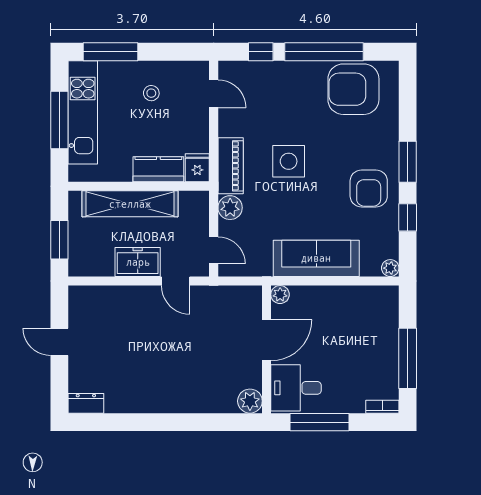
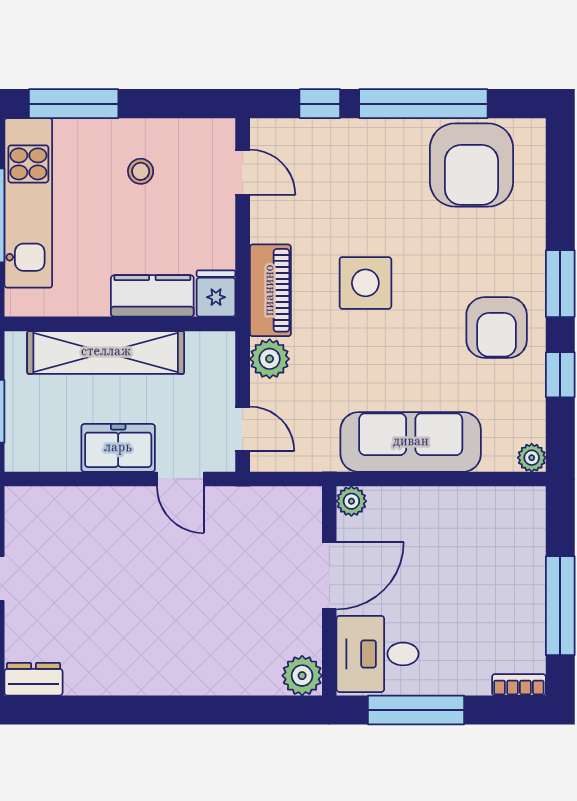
armchair: (353, 89) -> (472, 165), turned -90

